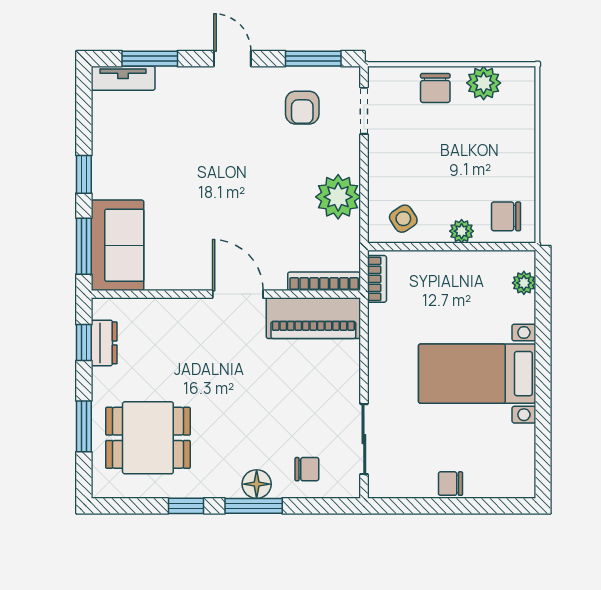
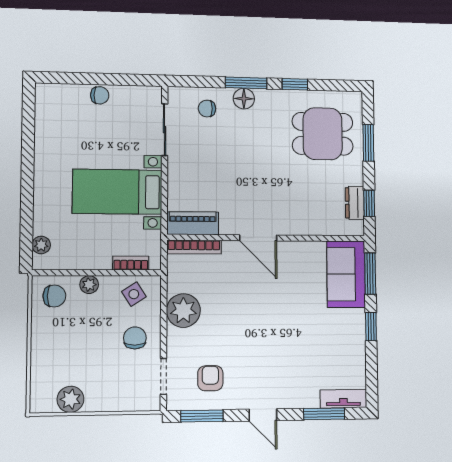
chair: (435, 88) -> (135, 338), moved
bookcase: (377, 279) -> (131, 263), moved, turned 90
piano: (313, 318) -> (193, 223), width x0.73, depth x0.75
bed with nightstands: (477, 374) -> (117, 192), moved, turned 180

